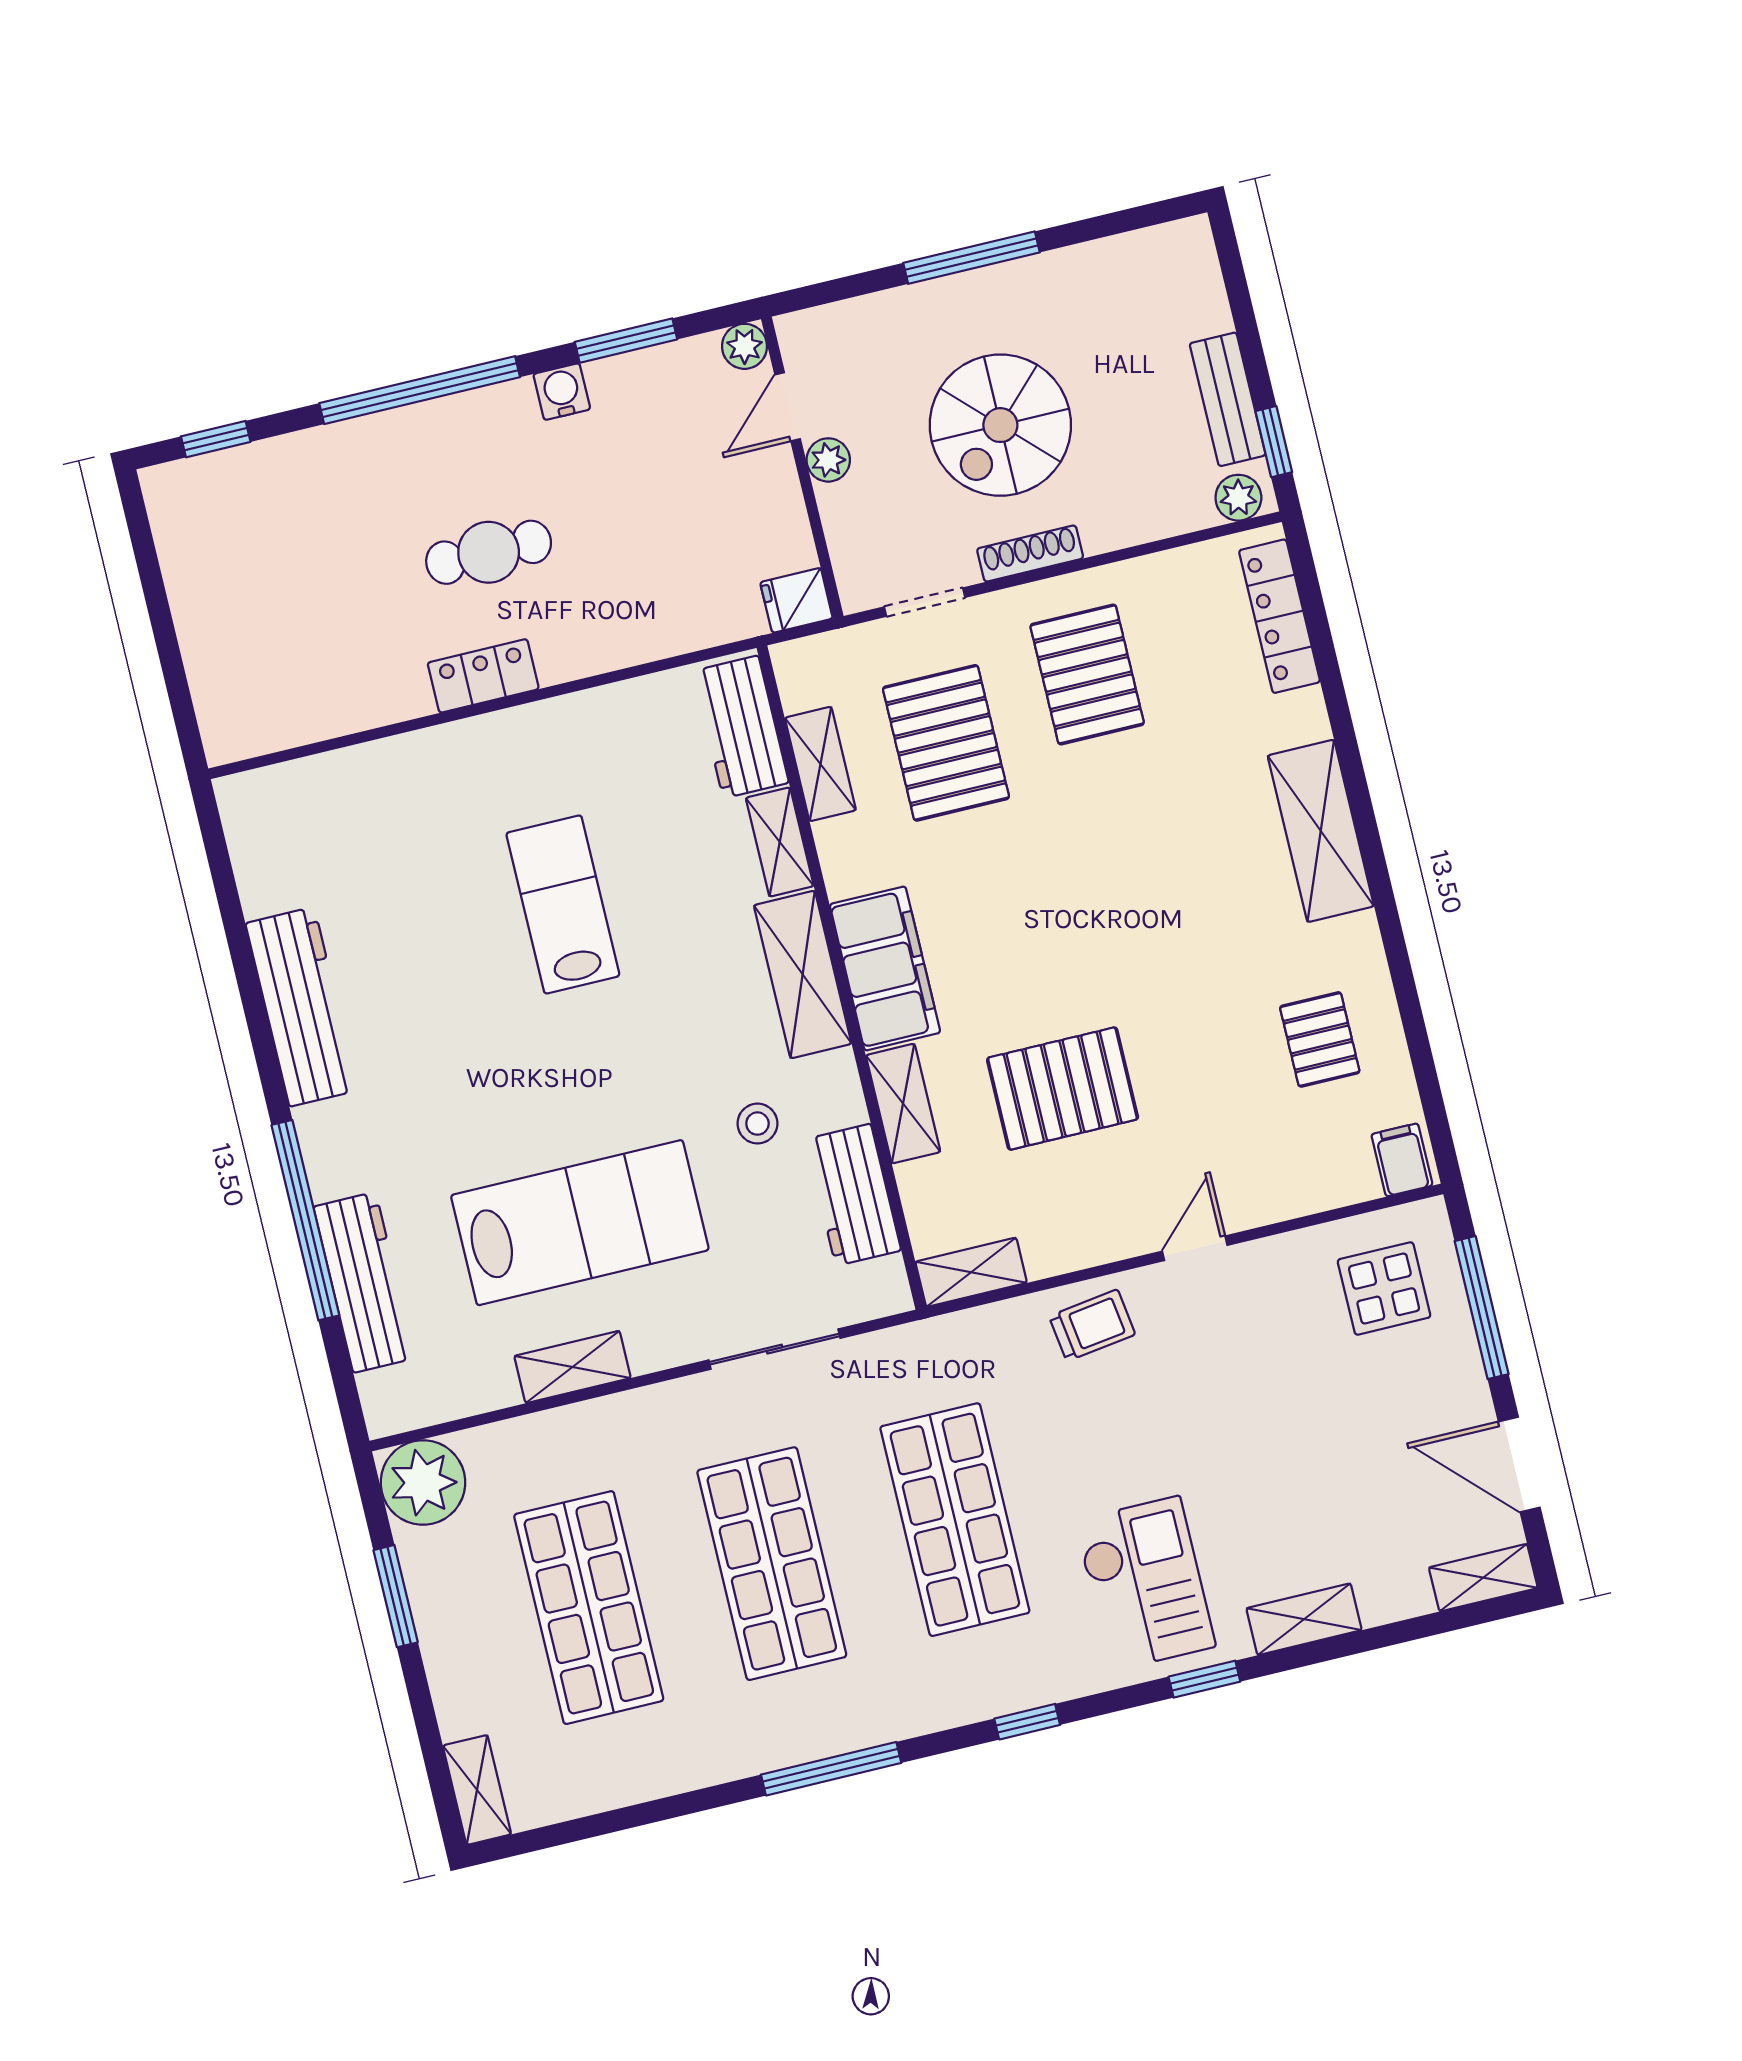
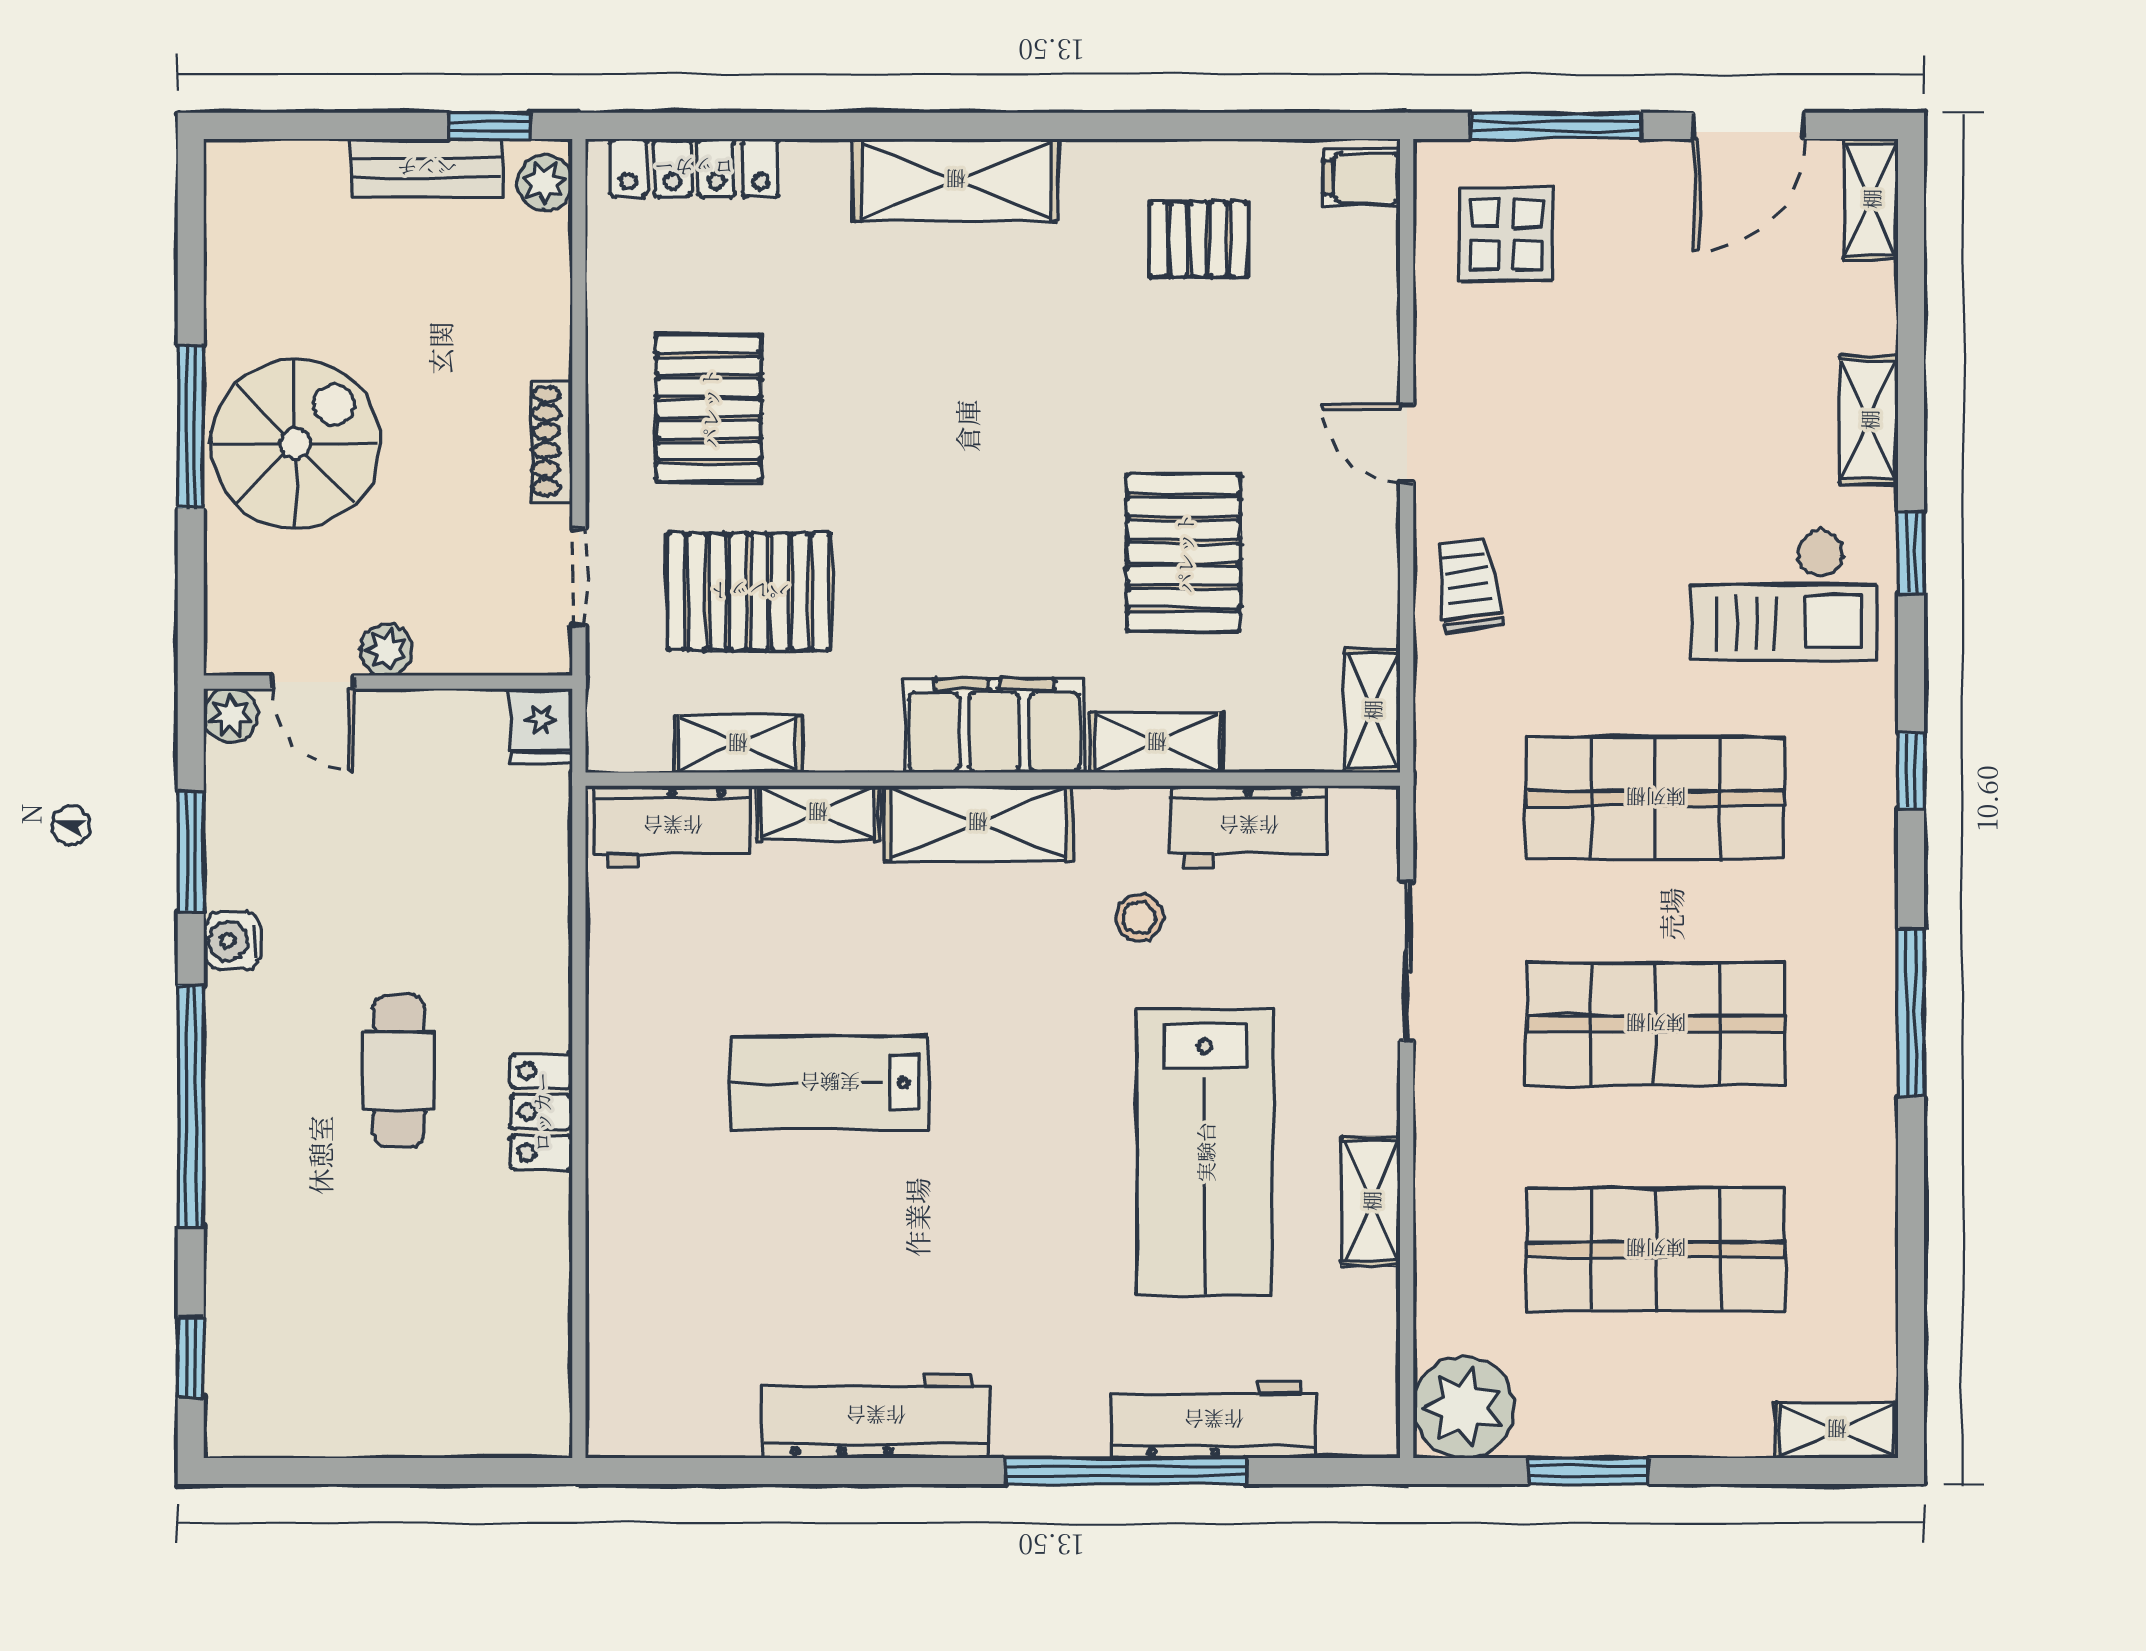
spiral stairs: (1000, 425) -> (295, 444), moved, turned -90
pallet: (1087, 674) -> (709, 408), turned 90
lab bench: (580, 1223) -> (1205, 1152), turned 180
checkout: (1145, 1584) -> (1783, 595), turned 180

